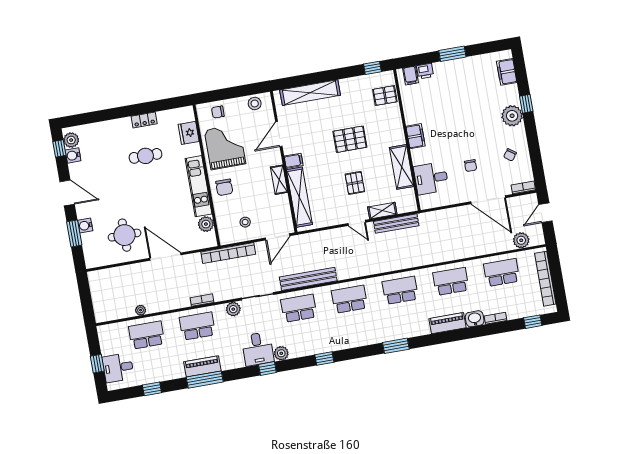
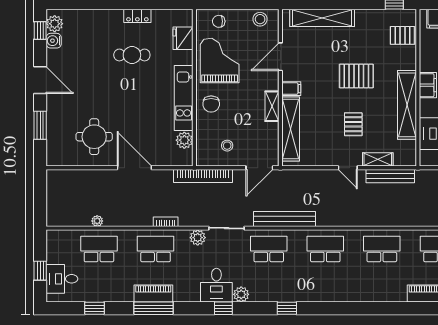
shelving: (402, 167) -> (407, 105), width x1.47
water cooler: (85, 226) -> (53, 119), removed
window: (396, 346) -> (367, 308), removed

